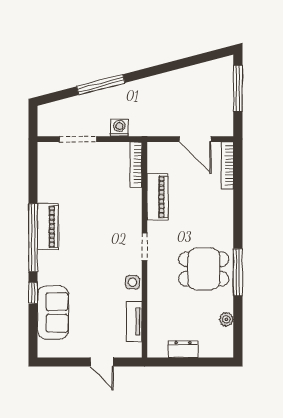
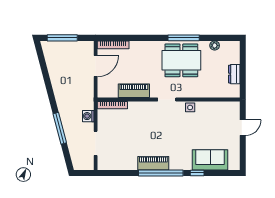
dining table: (204, 269) -> (181, 60), width x1.37
tv unit: (134, 321) -> (216, 106), removed

